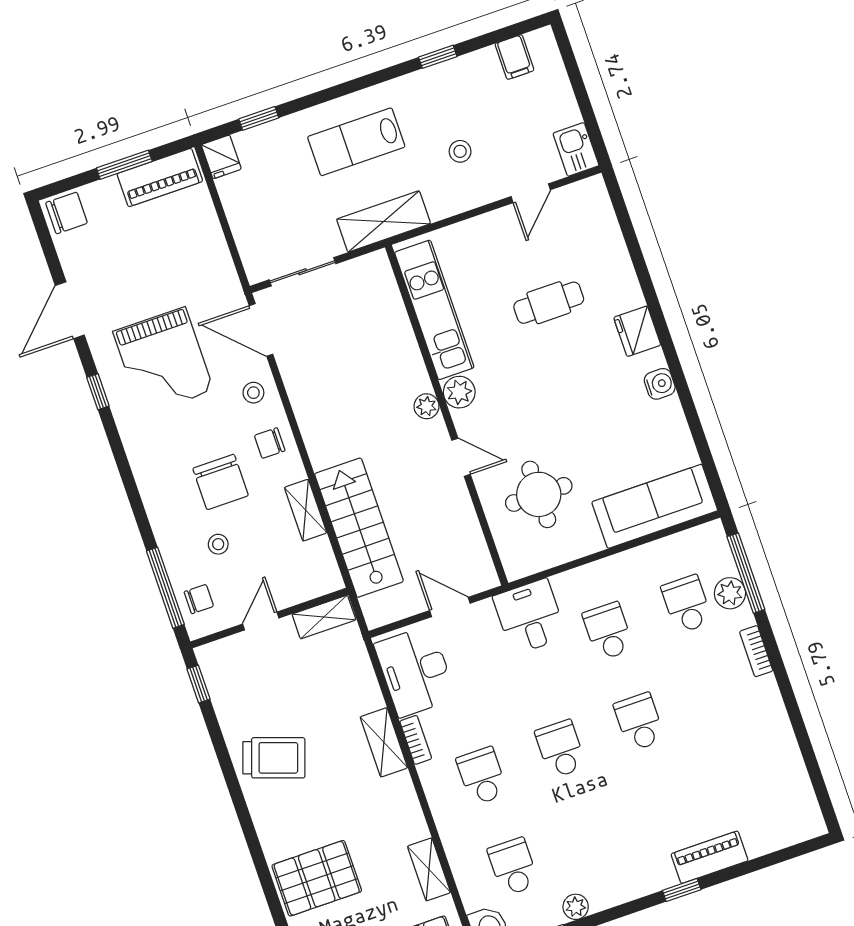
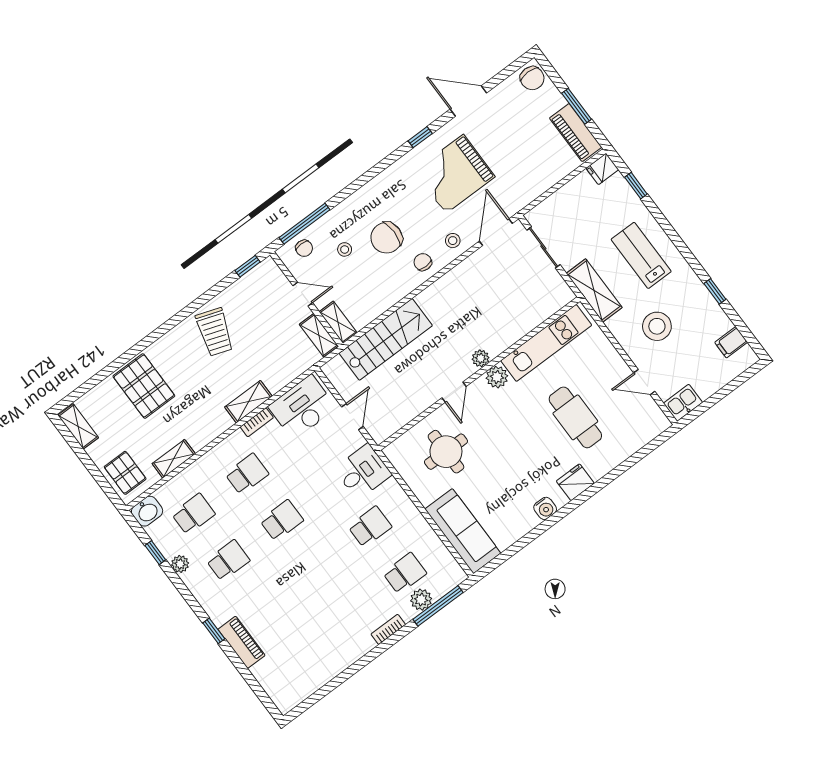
stool: (460, 151) -> (657, 326), width x1.89, depth x1.89
cafe table: (549, 303) -> (575, 417), width x1.37, depth x1.35
shelving: (306, 510) -> (338, 322), moved, turned 90
school desk: (639, 722) -> (228, 560), moved

